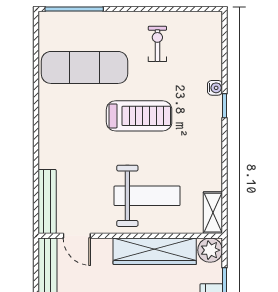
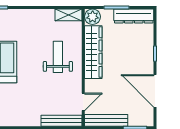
weight bench: (147, 196) -> (58, 57), width x0.73, depth x0.75

